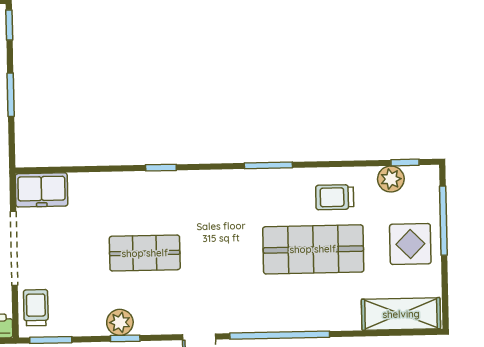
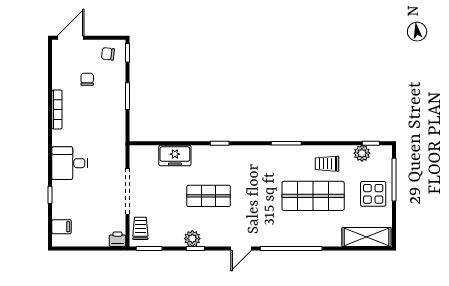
freezer: (41, 190) -> (175, 155), moved

